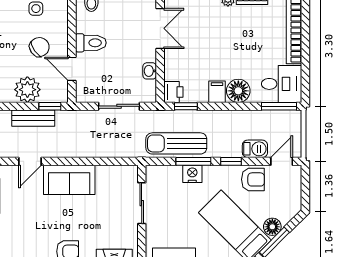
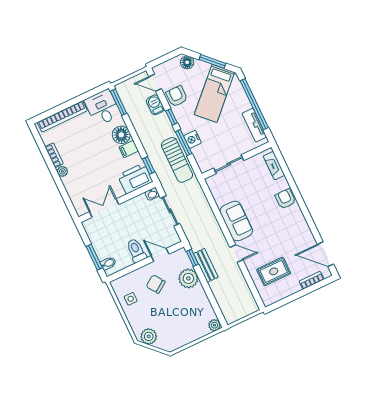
door: (72, 69) -> (160, 255), swing flipped
washbasin: (150, 71) -> (152, 194), moved
printer: (173, 92) -> (135, 178), width x1.87, depth x1.48
floor lamp: (272, 227) -> (187, 62), moved

